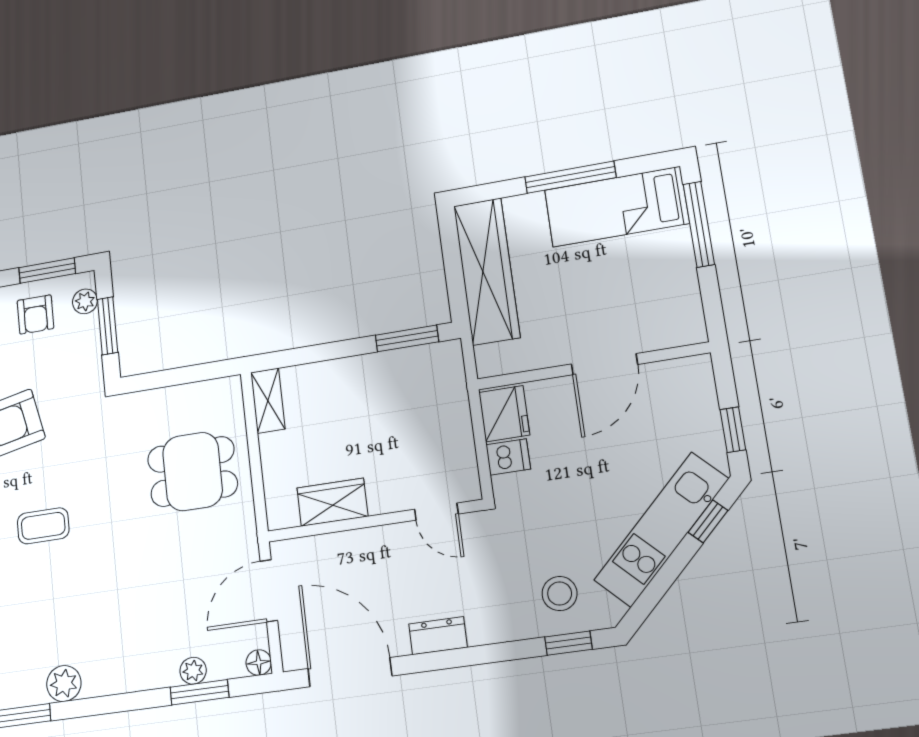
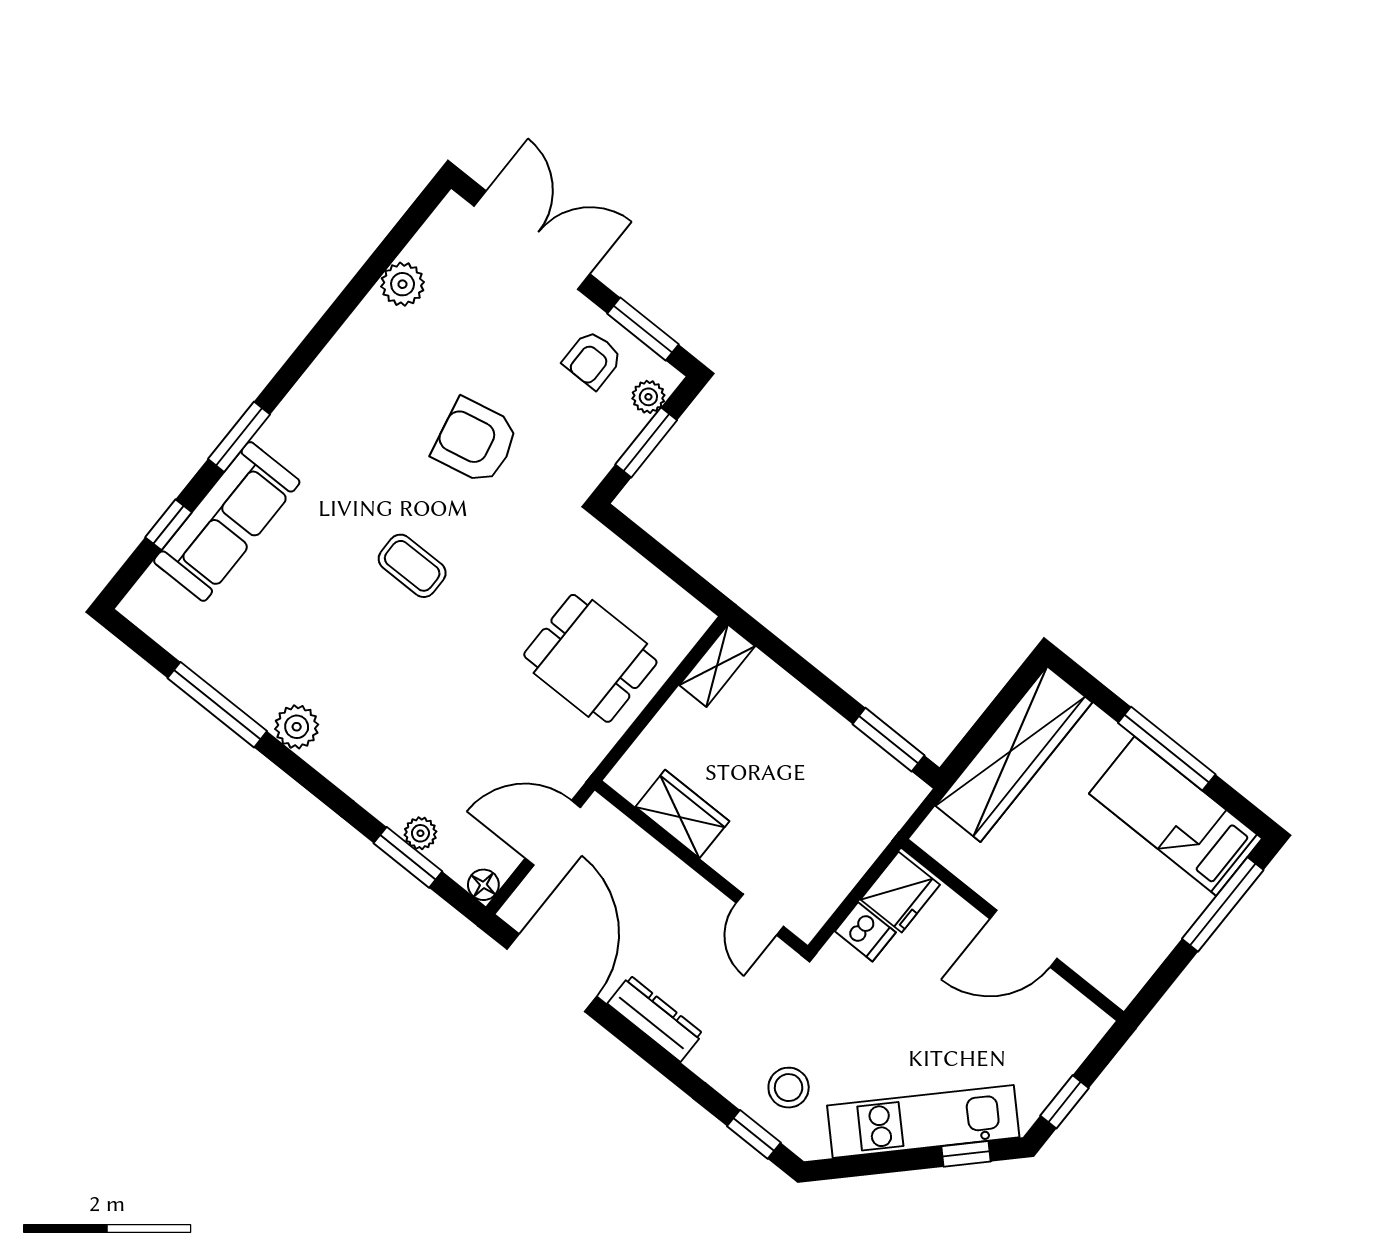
dresser: (438, 636) -> (655, 1019), width x1.44

